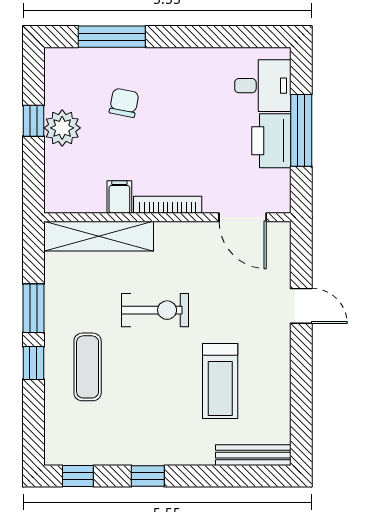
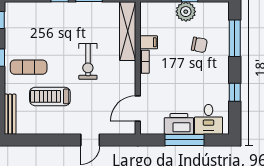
window: (213, 37) -> (235, 92), added
bookcase: (168, 205) -> (145, 62), width x0.64
exercise mat: (88, 367) -> (29, 67), moved

